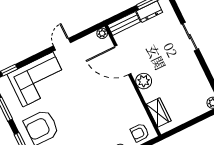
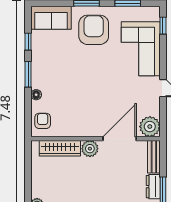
plant: (102, 33) -> (150, 127), width x1.88, depth x1.88
wardrobe: (159, 113) -> (60, 148), width x1.50

